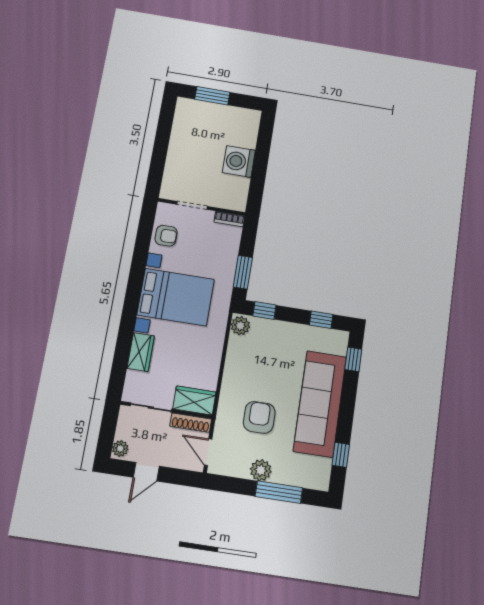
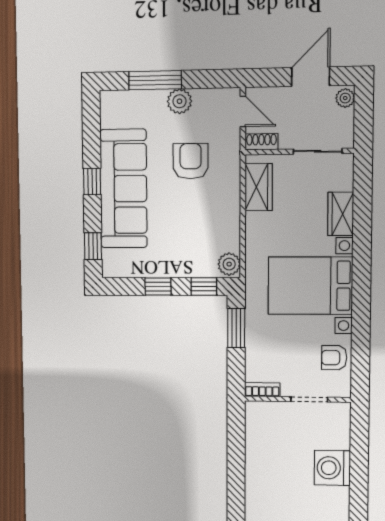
washing machine: (239, 161) -> (332, 468), moved, turned 180
window: (321, 320) -> (158, 287), moved
wardrobe: (194, 400) -> (259, 187), moved, turned -90
armchair: (259, 417) -> (191, 161), turned 180
shoe rack: (191, 423) -> (261, 142), width x0.70
window: (341, 455) -> (92, 182), moved
door: (146, 472) -> (311, 77), width x1.38

